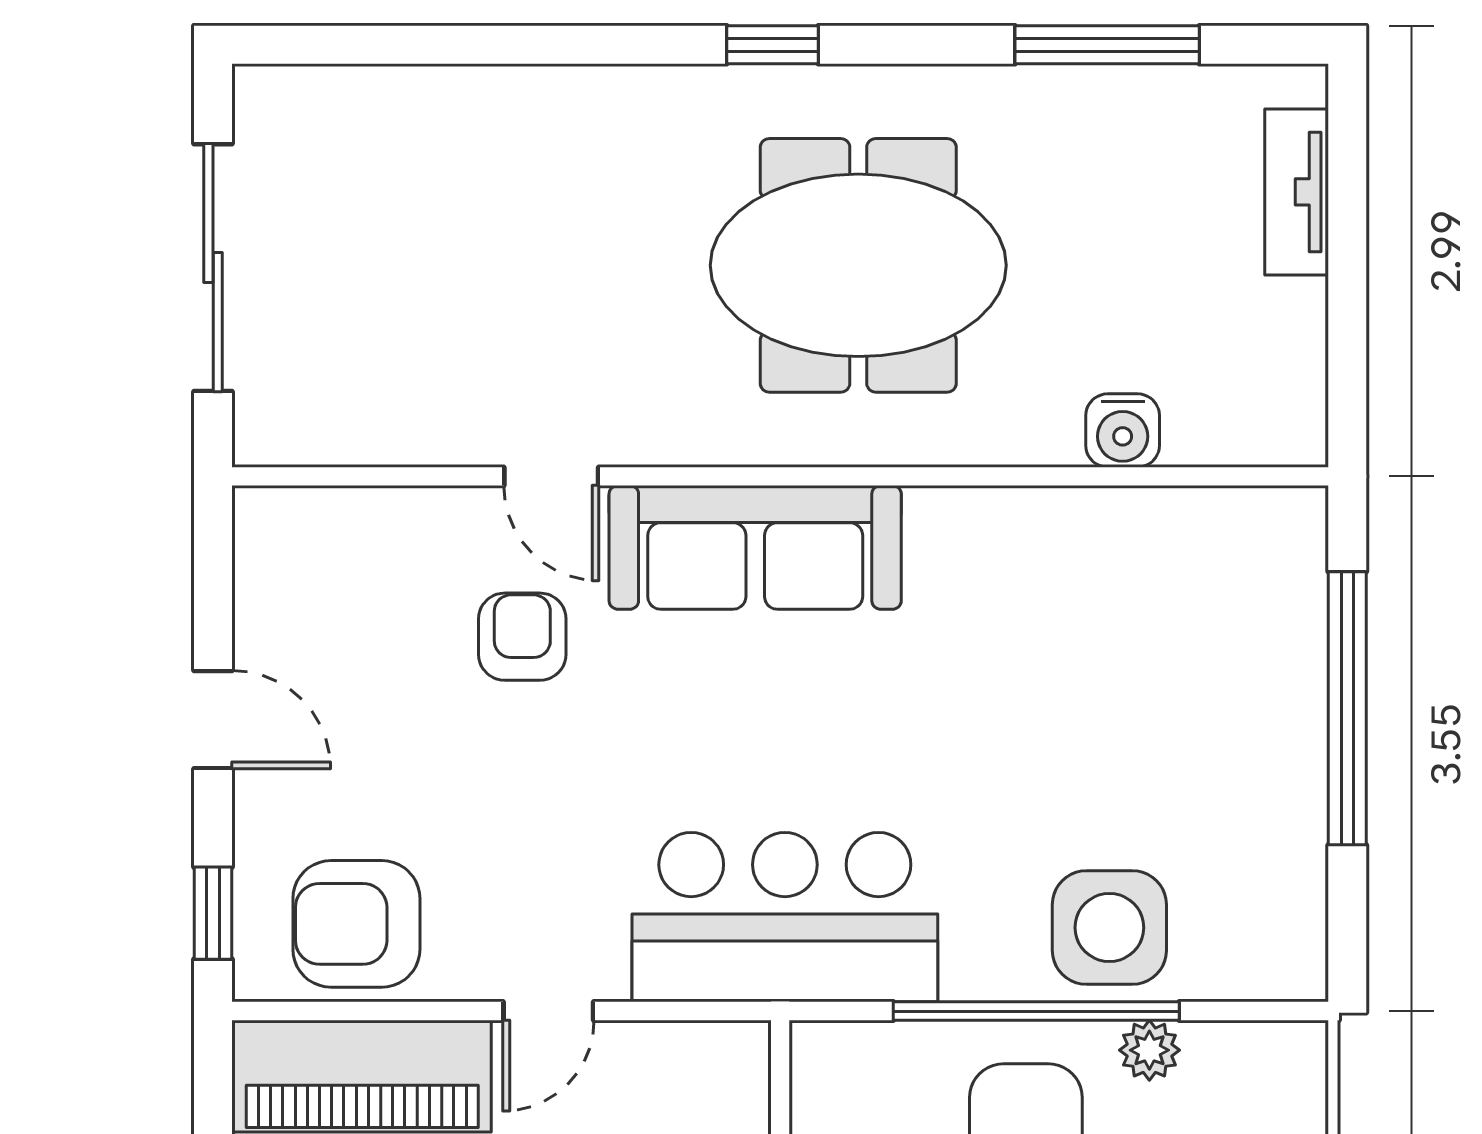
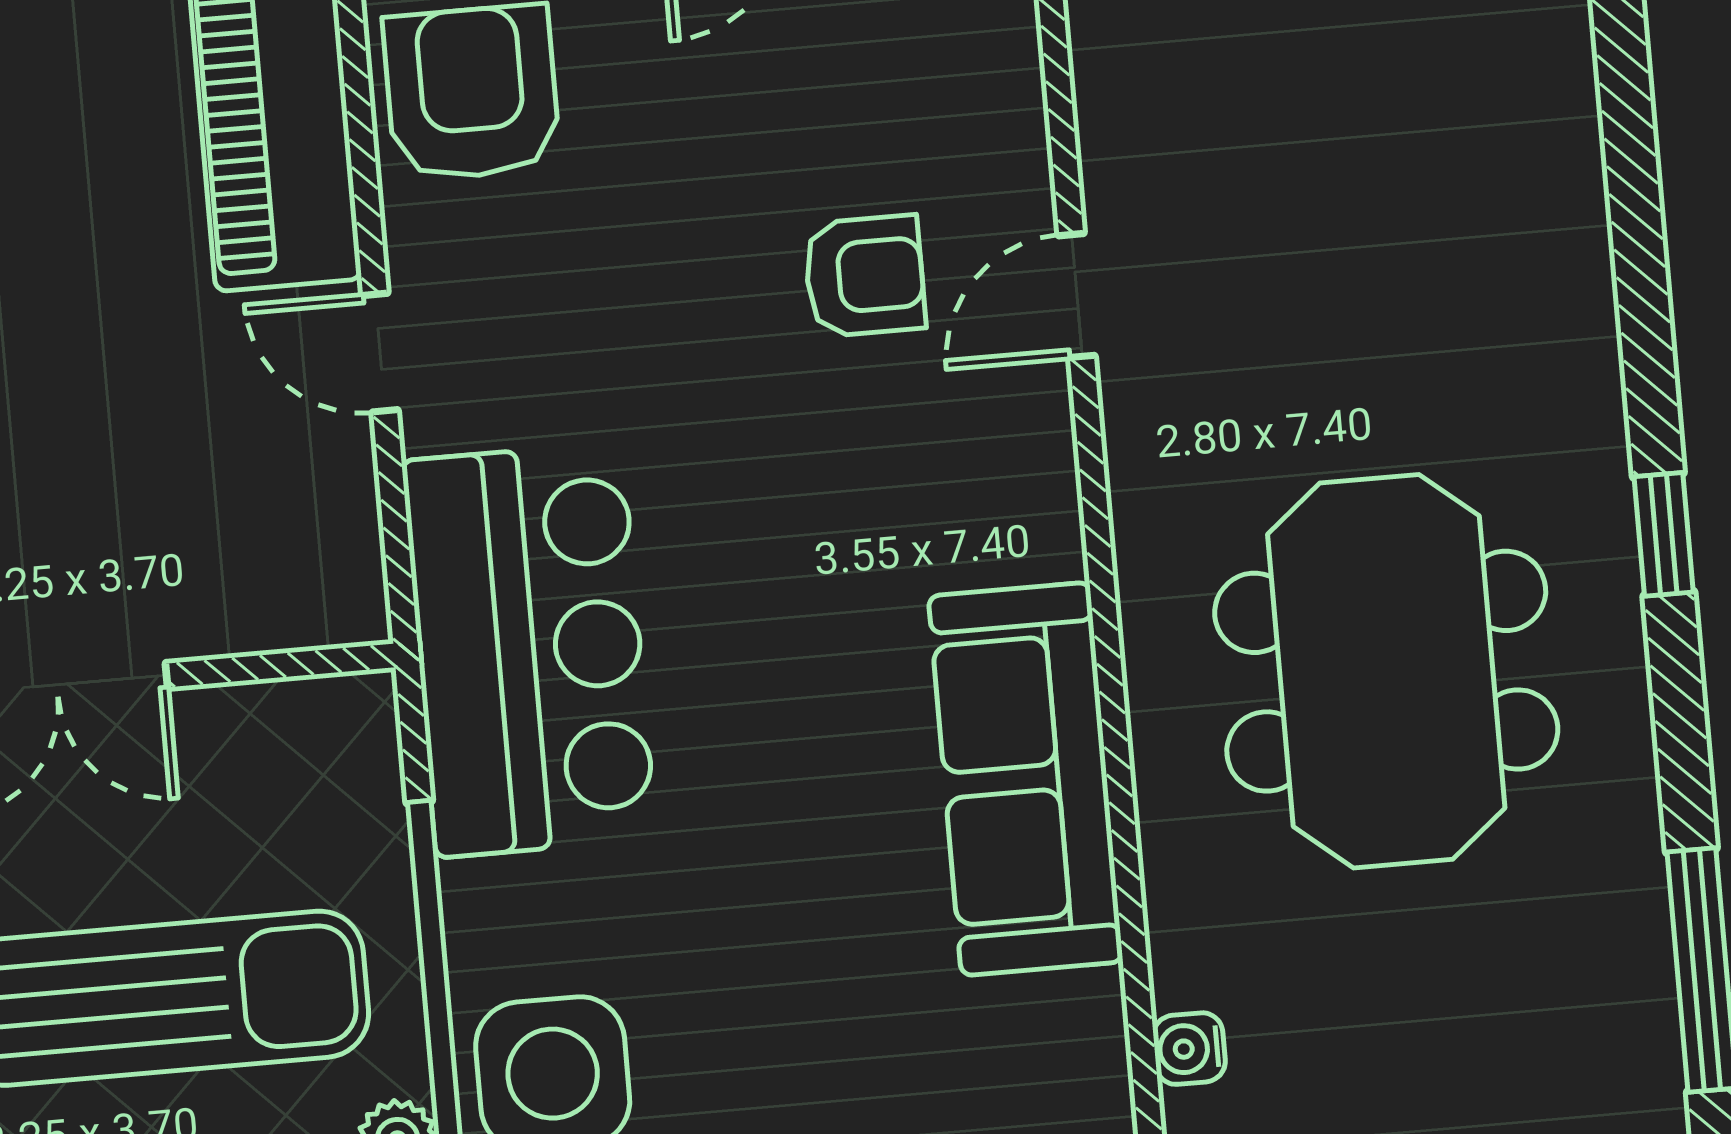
water cooler: (1123, 430) -> (1189, 1049), width x0.72, depth x0.72
sofa: (755, 547) -> (1026, 779), moved

